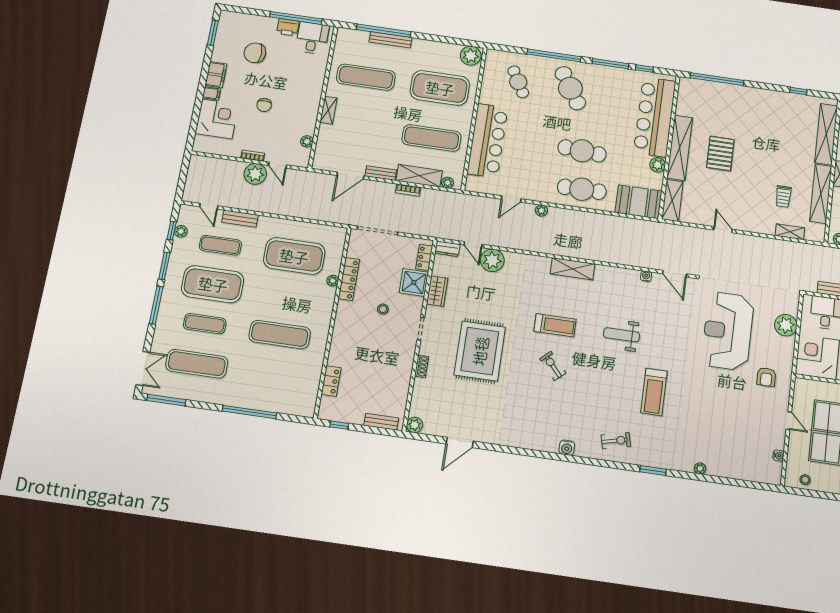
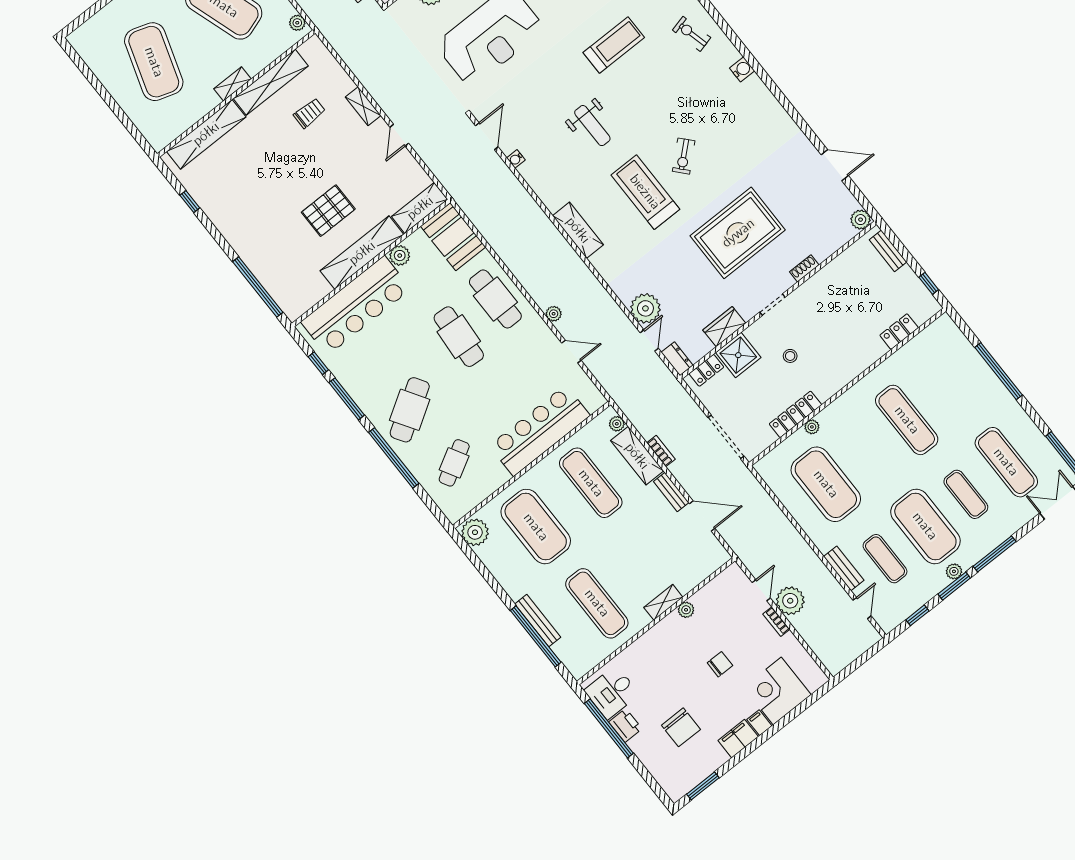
plant: (307, 141) -> (686, 610), moved
plant: (181, 231) -> (954, 571), moved
shelving: (790, 232) -> (363, 106), moved
treadmill: (555, 325) -> (645, 192), width x1.37, depth x1.38

